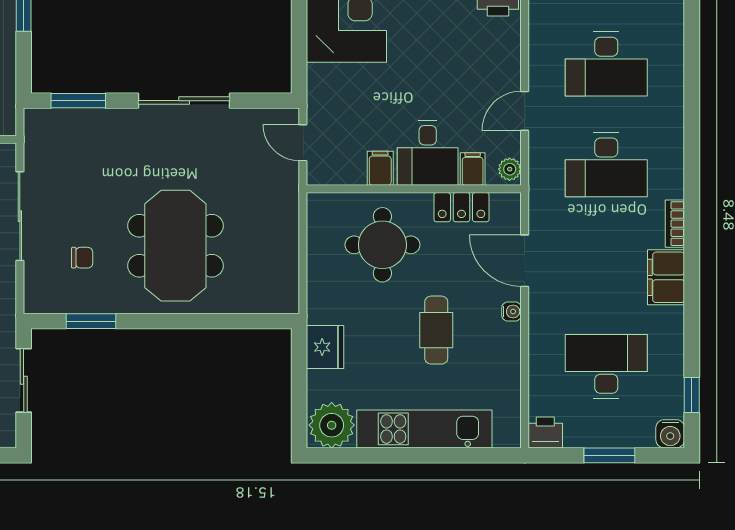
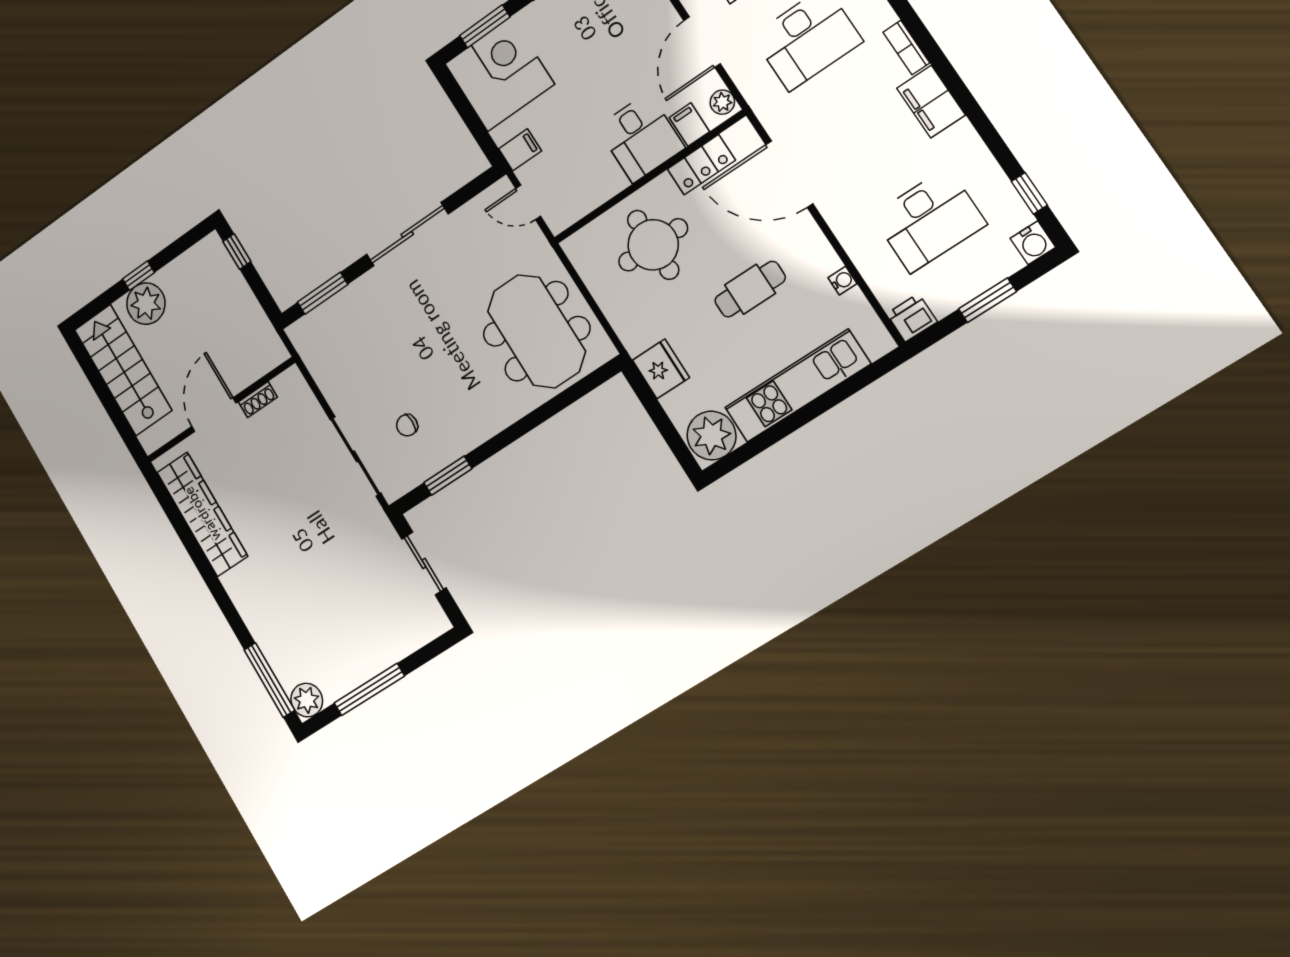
door: (525, 111) -> (702, 42), width x1.38
filing cabinet: (380, 168) -> (520, 150), moved, turned 90
sliding door: (20, 216) -> (355, 456), moved
meeting table: (175, 246) -> (536, 331), moved
chair: (82, 258) -> (407, 425), turned 180
door: (525, 261) -> (789, 174), width x1.36
water cooler: (512, 312) -> (842, 281), moved
cafe table: (436, 330) -> (750, 289), turned 90
desk: (606, 366) -> (929, 220), turned 180

